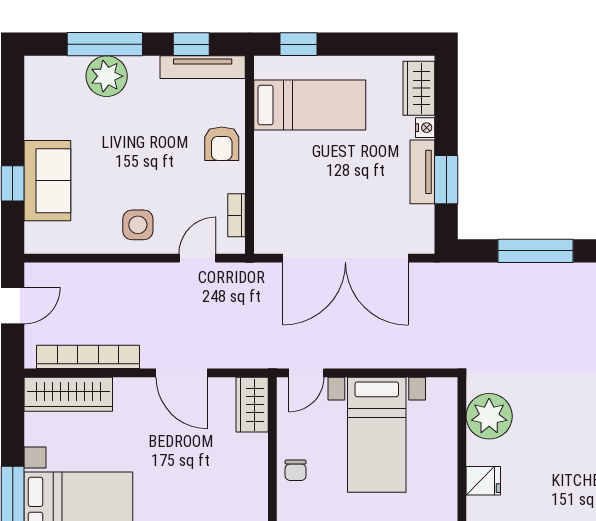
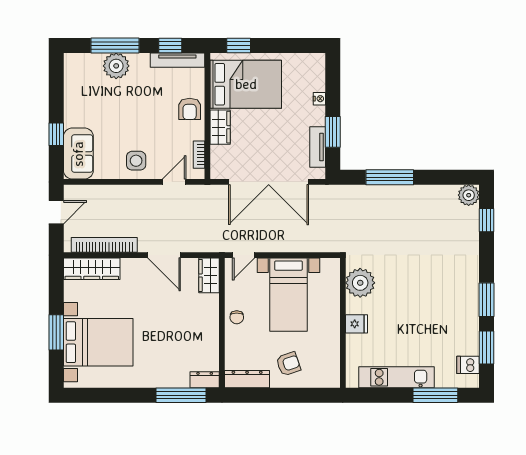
wardrobe: (419, 88) -> (220, 127), moved, turned 180
bed: (310, 105) -> (246, 84), width x1.50
tv unit: (422, 172) -> (318, 147), moved
sofa: (47, 181) -> (78, 154), moved

